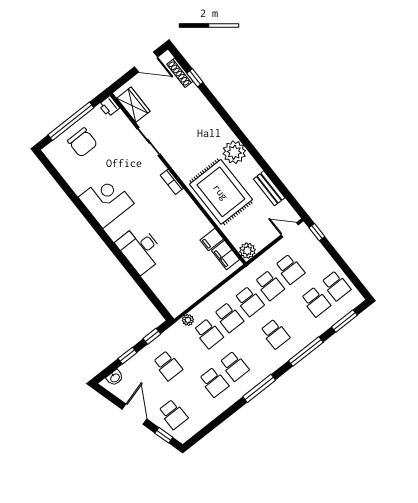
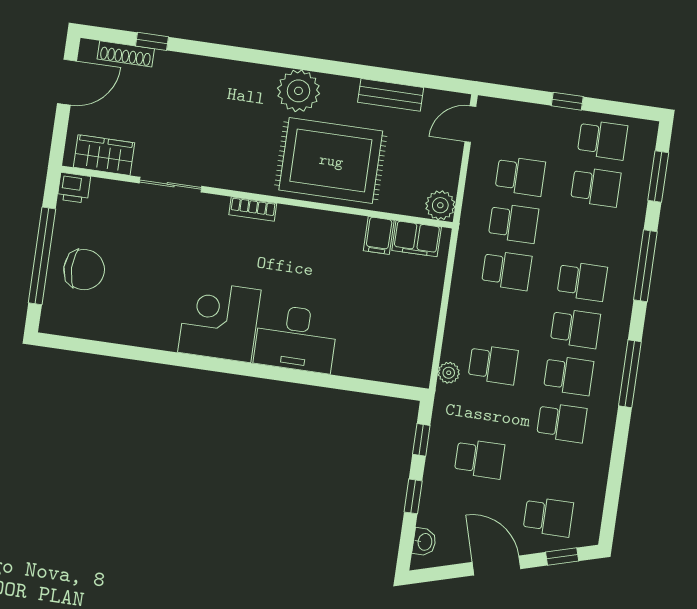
corner desk: (106, 200) -> (219, 321), moved
window: (317, 232) -> (567, 101), moved
school desk: (229, 317) -> (575, 328), moved

